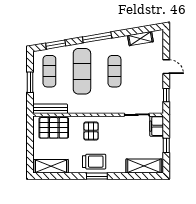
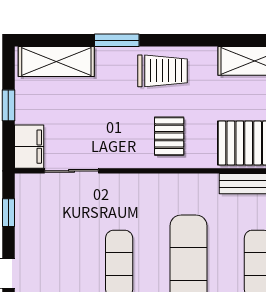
trolley: (94, 162) -> (162, 71), turned 180
window: (97, 176) -> (117, 40), moved

